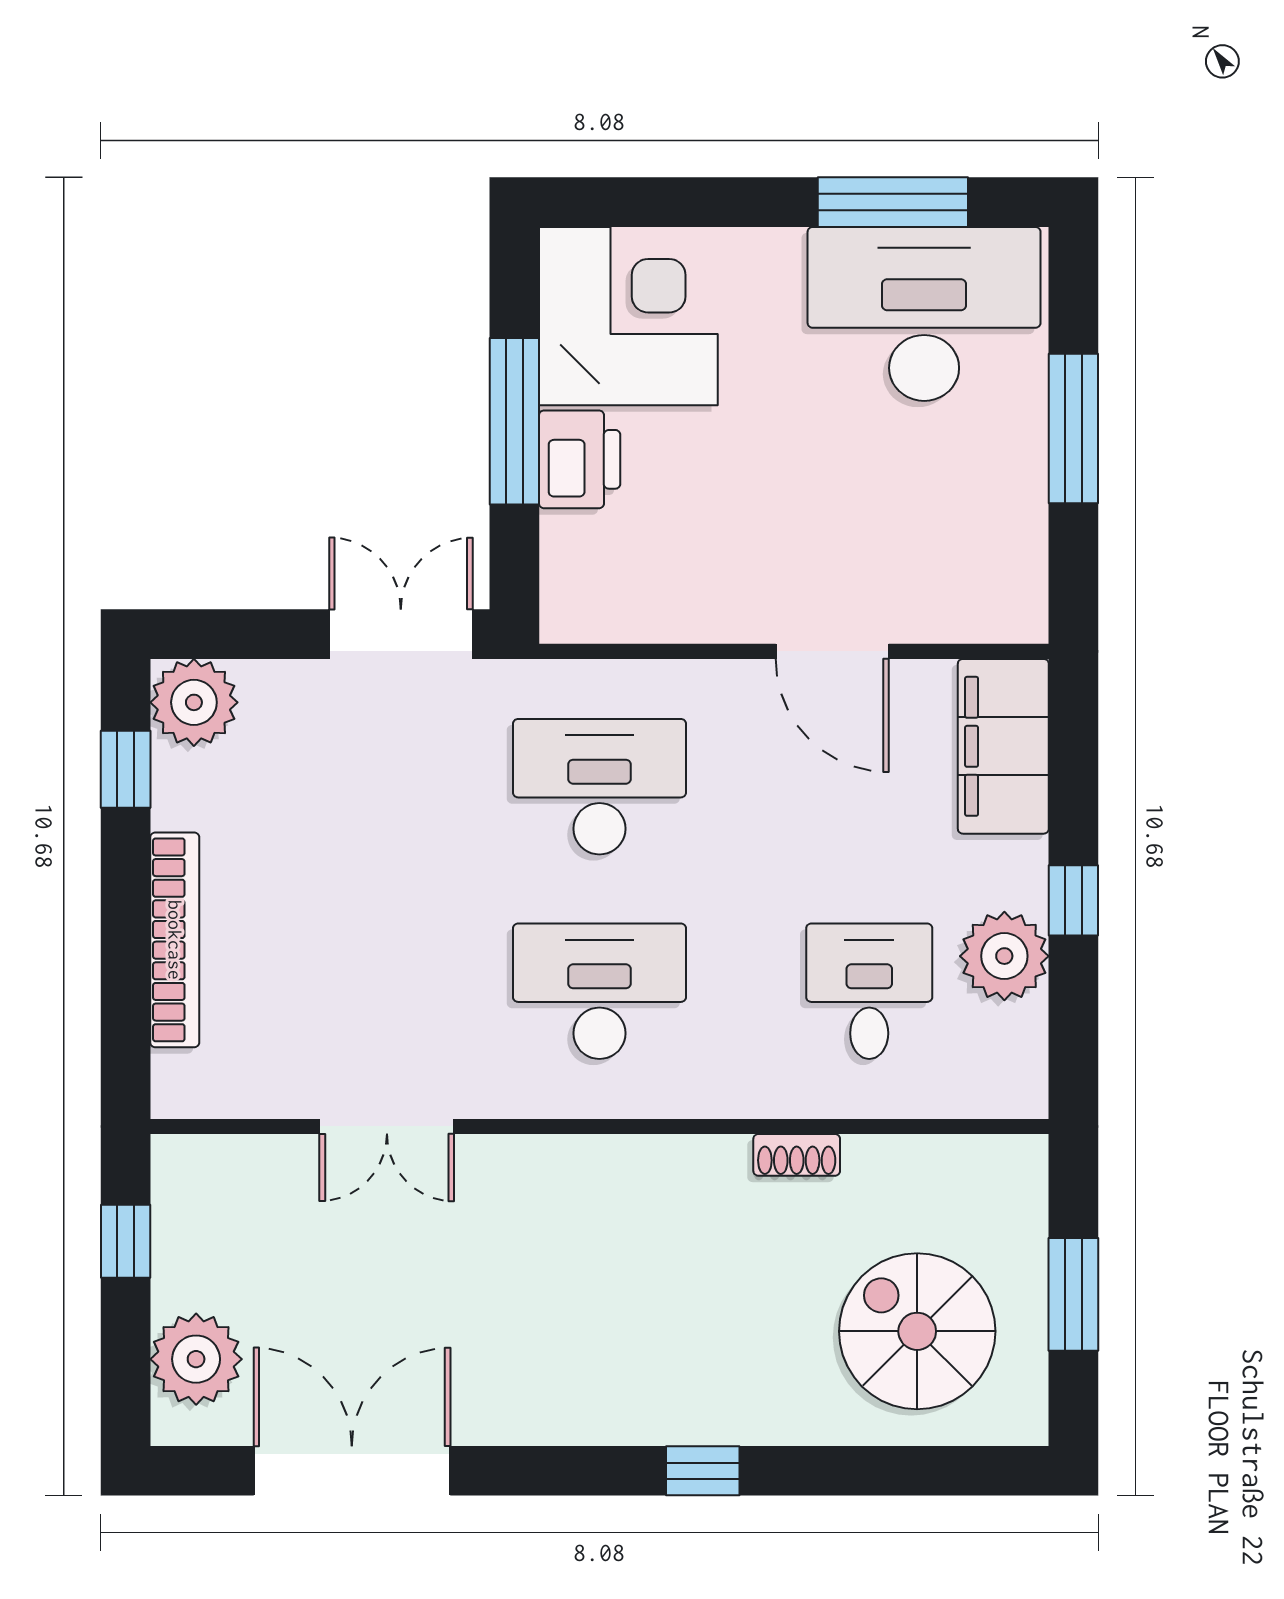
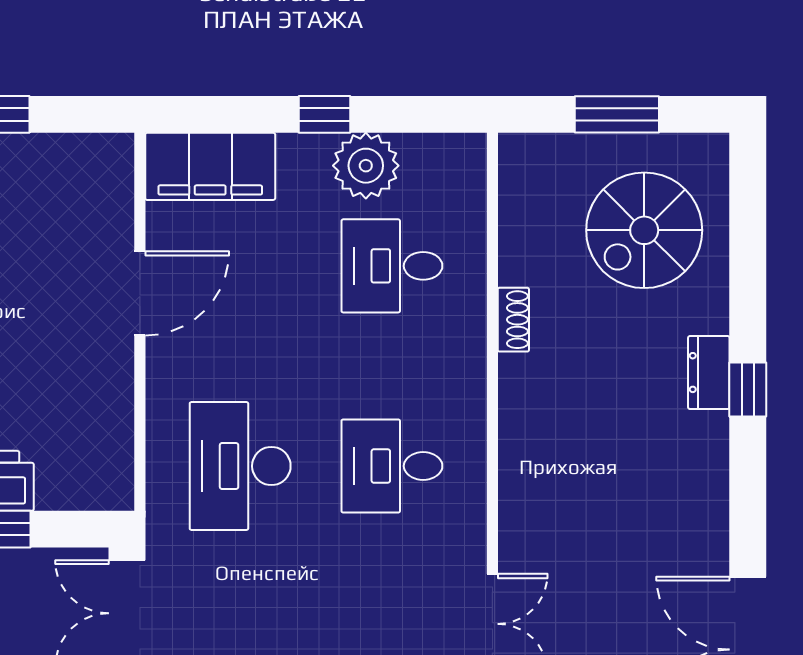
desk: (599, 991) -> (392, 466), width x0.73
dresser: (725, 1418) -> (709, 373), added

